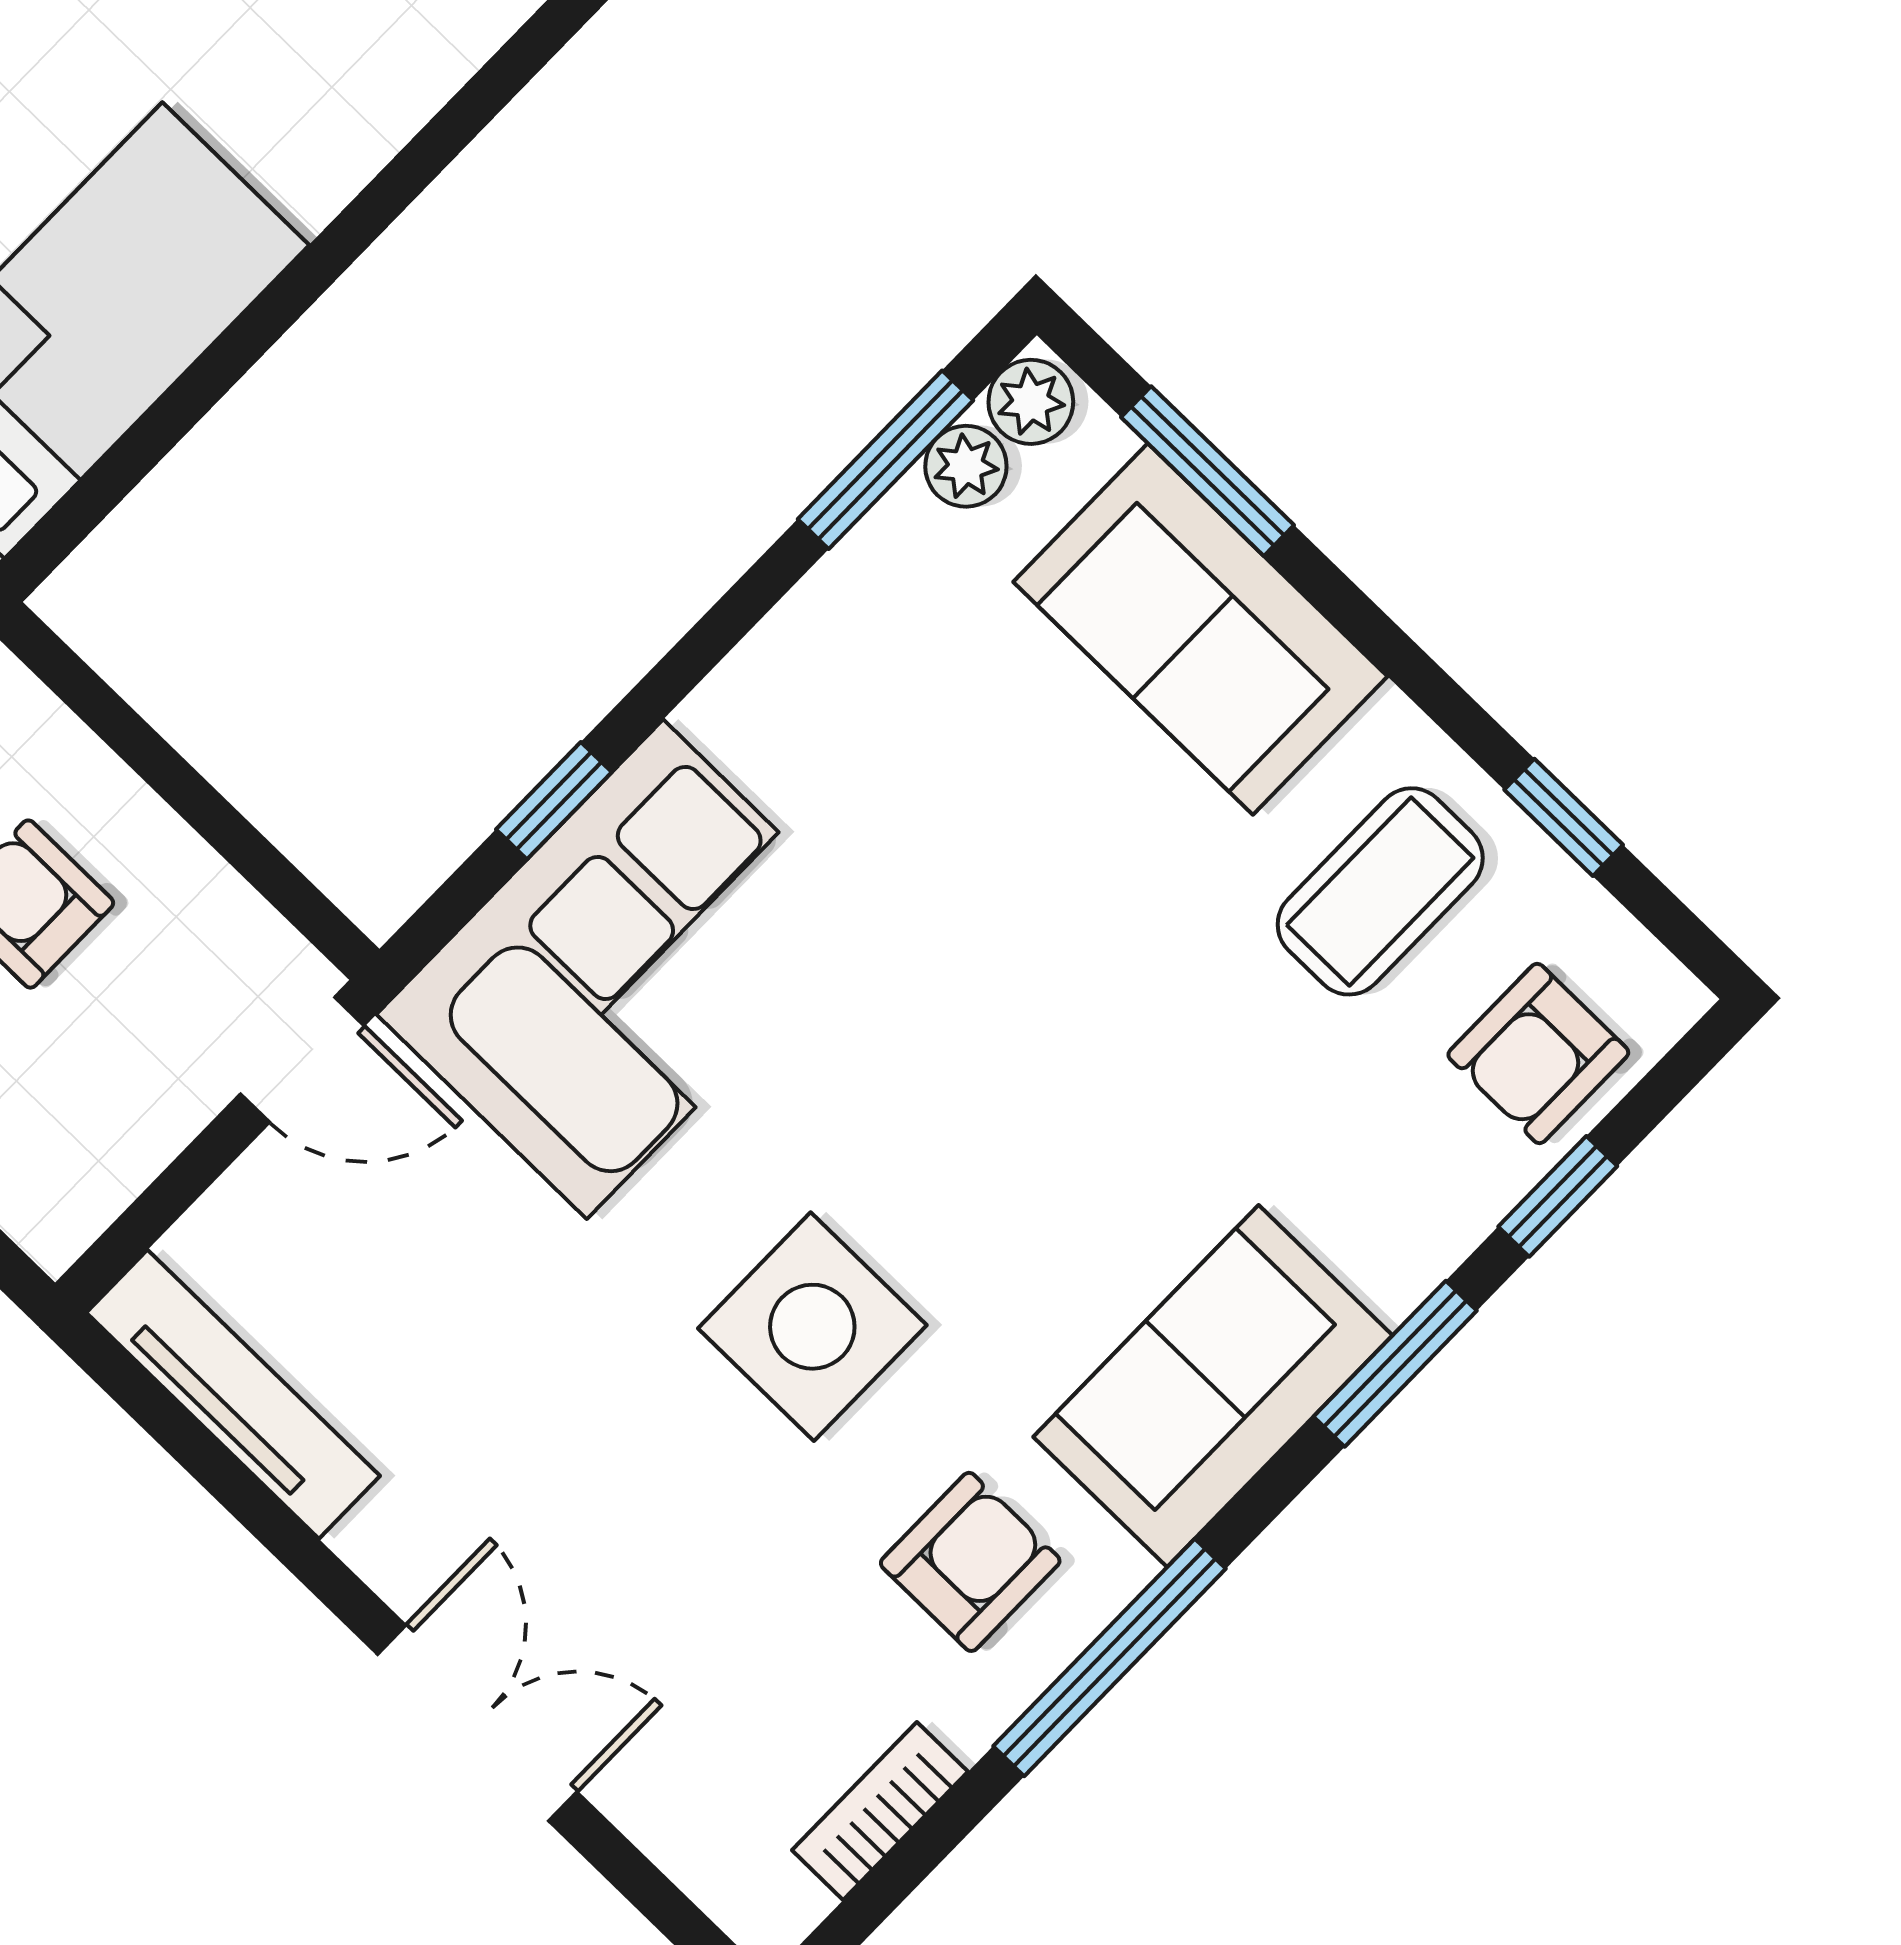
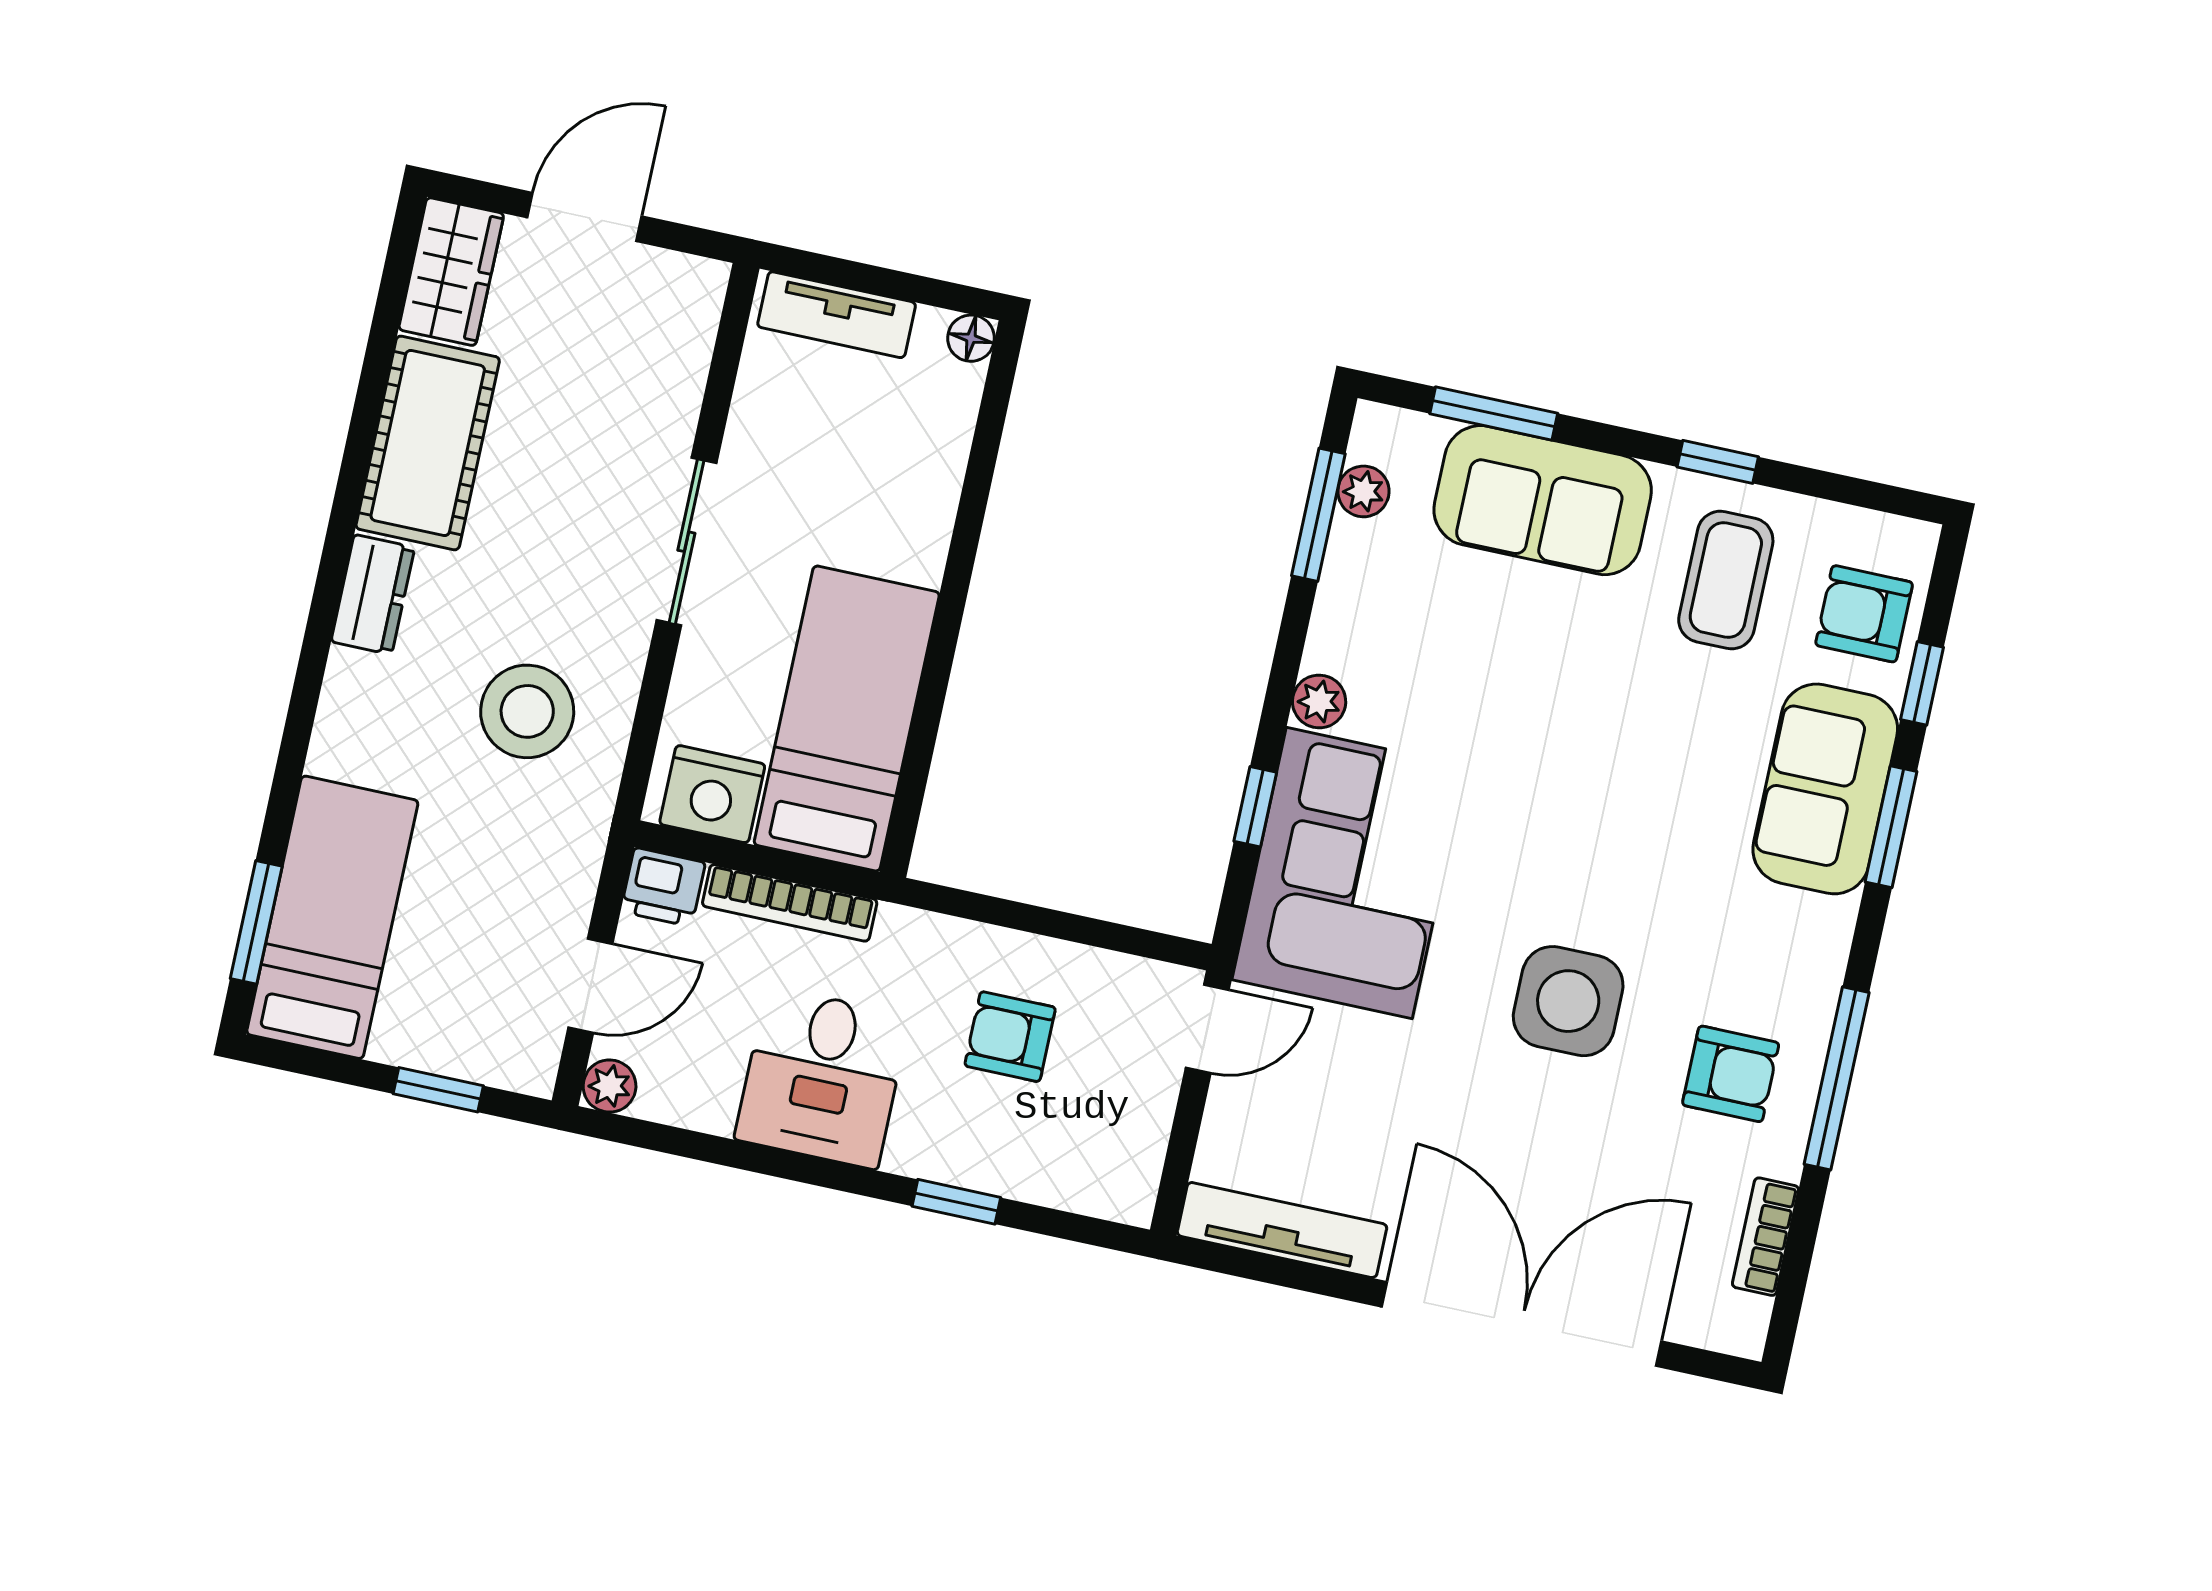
plant: (1031, 402) -> (1319, 701), moved
window: (1564, 817) -> (1718, 462), moved
armchair: (1538, 1054) -> (1864, 614), turned 90
sofa: (1213, 1386) -> (1825, 789), moved
armchair: (970, 1562) -> (1731, 1074), turned 90
double door: (477, 1723) -> (1522, 1324), width x1.87

